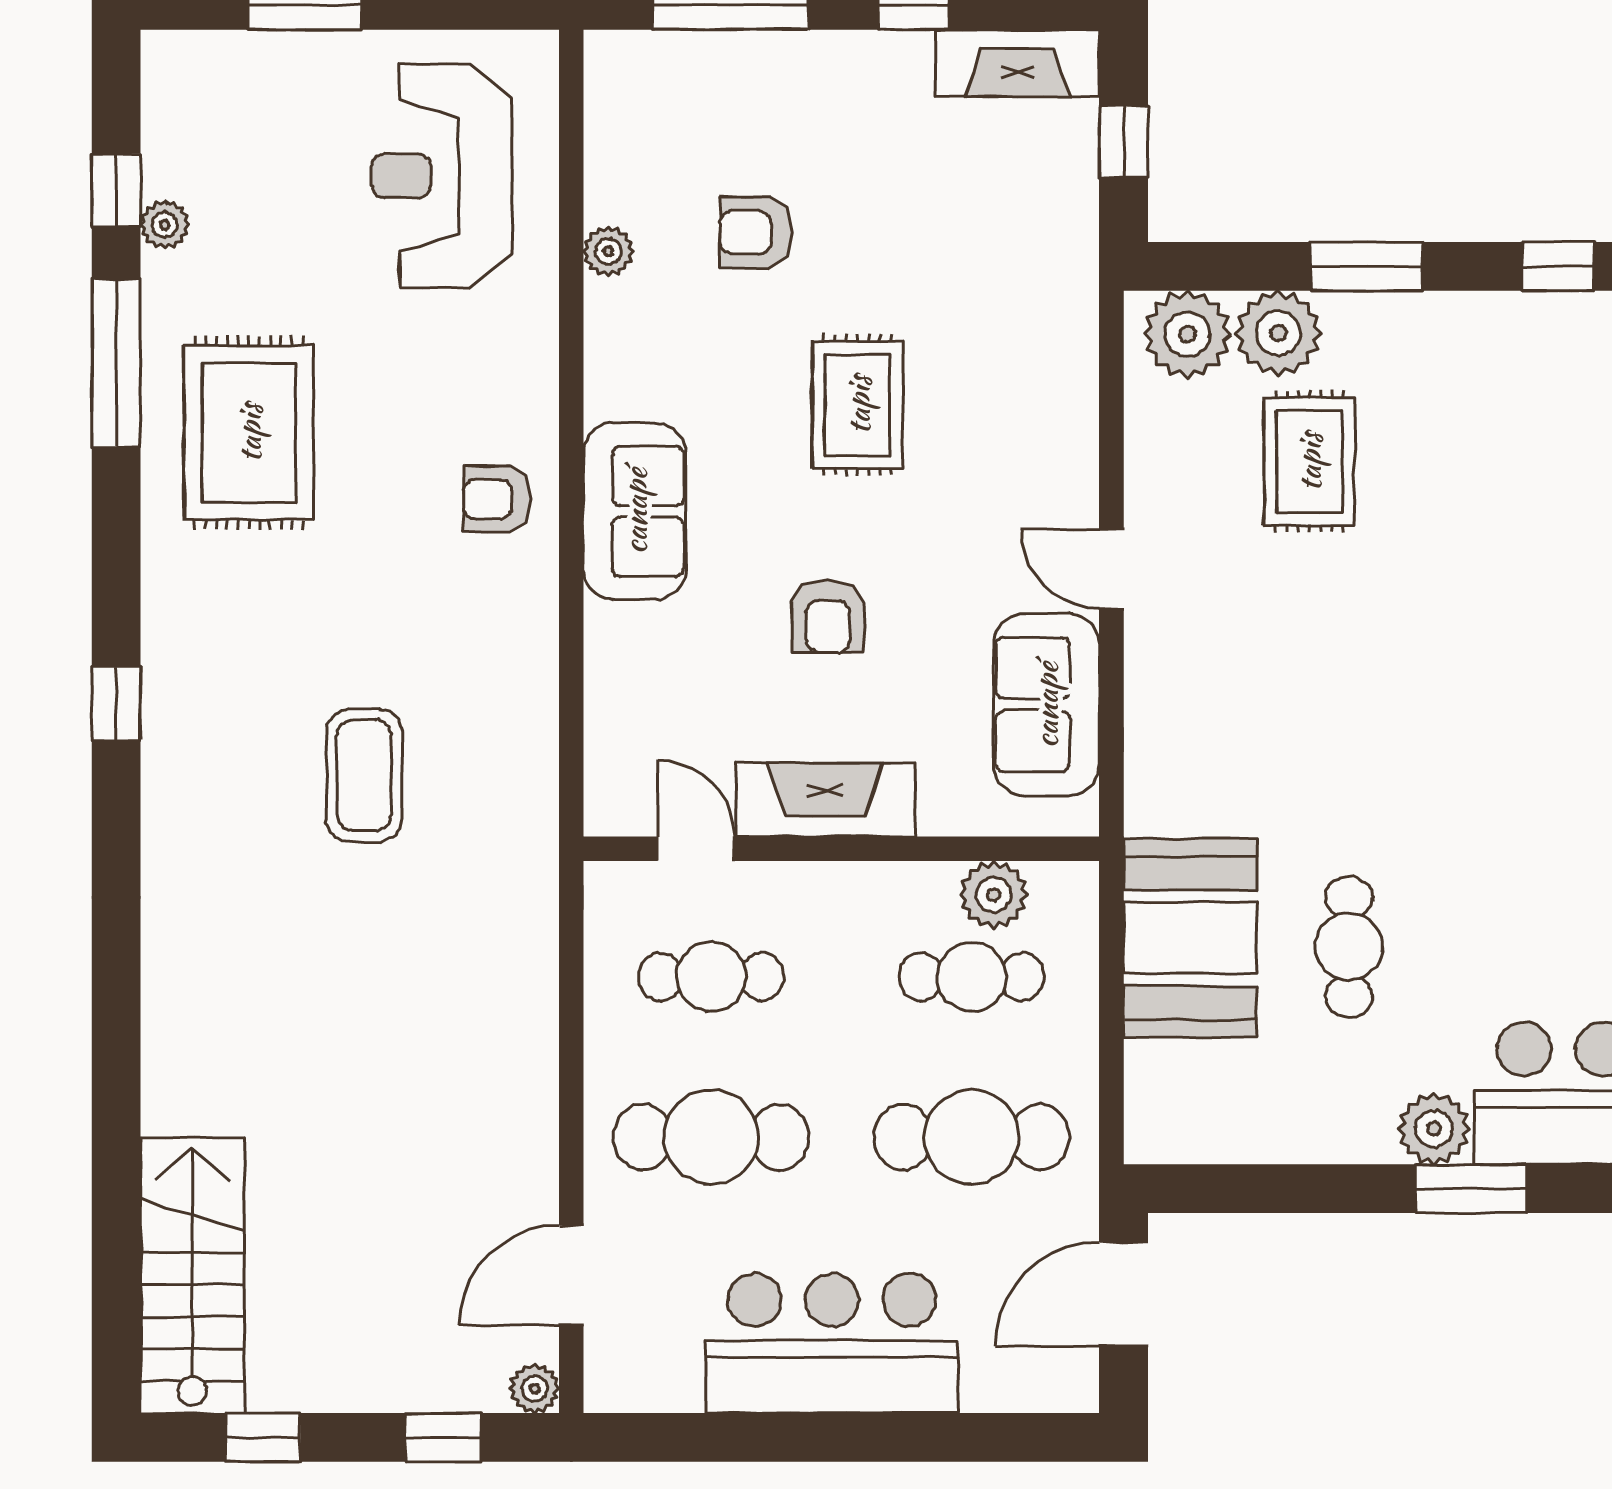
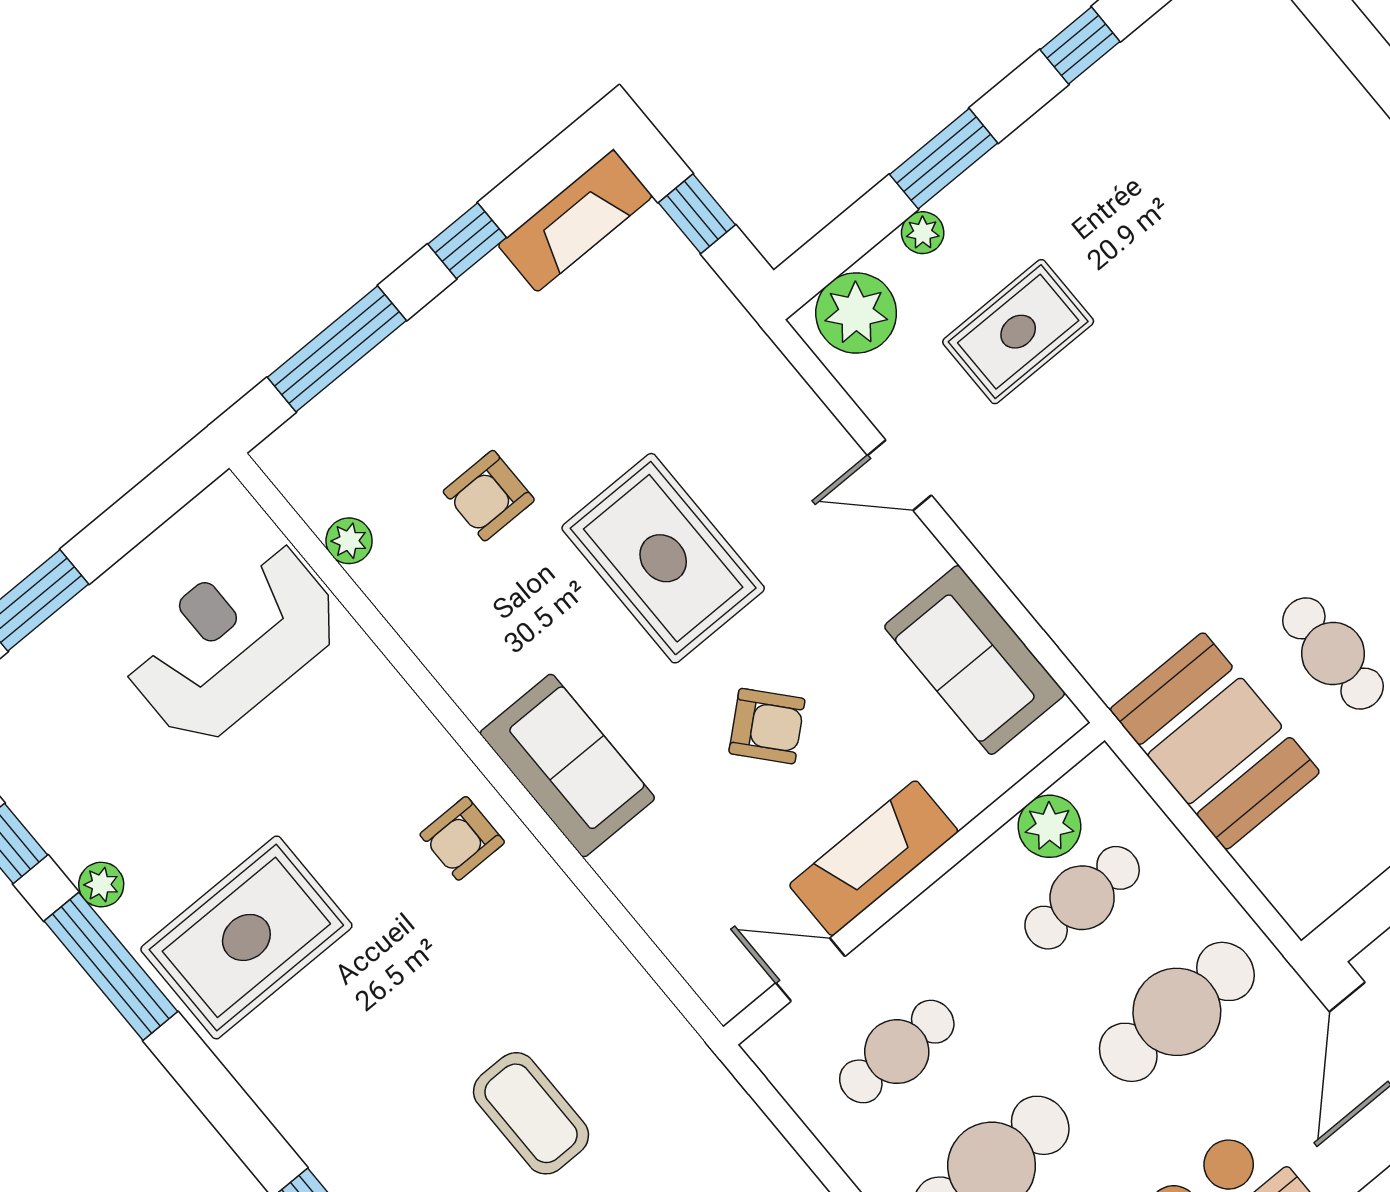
reception desk: (442, 176) -> (232, 641), turned 90
plant: (165, 225) -> (101, 885), moved
plant: (608, 251) -> (349, 541), moved
plant: (1278, 333) -> (923, 233), width x0.53, depth x0.53
rug: (858, 405) -> (663, 558), width x1.36, depth x1.43
rug: (249, 433) -> (246, 937), turned 90
rug: (1309, 462) -> (1018, 332), turned 90
door: (1111, 569) -> (899, 475), moved
armchair: (828, 616) -> (767, 726), turned -41

